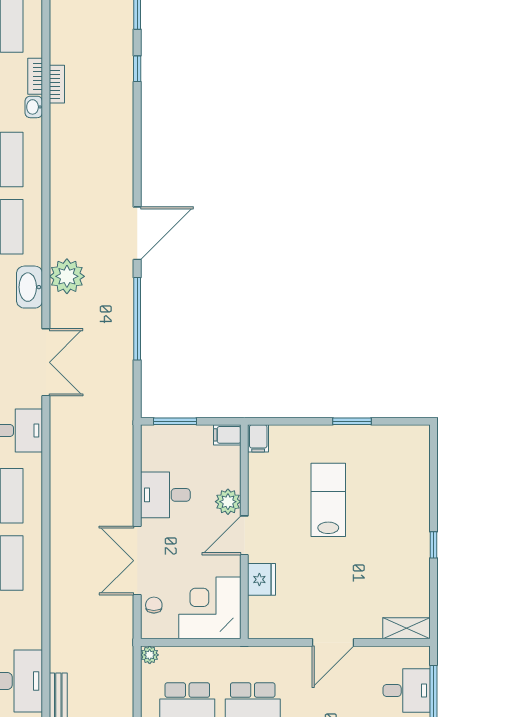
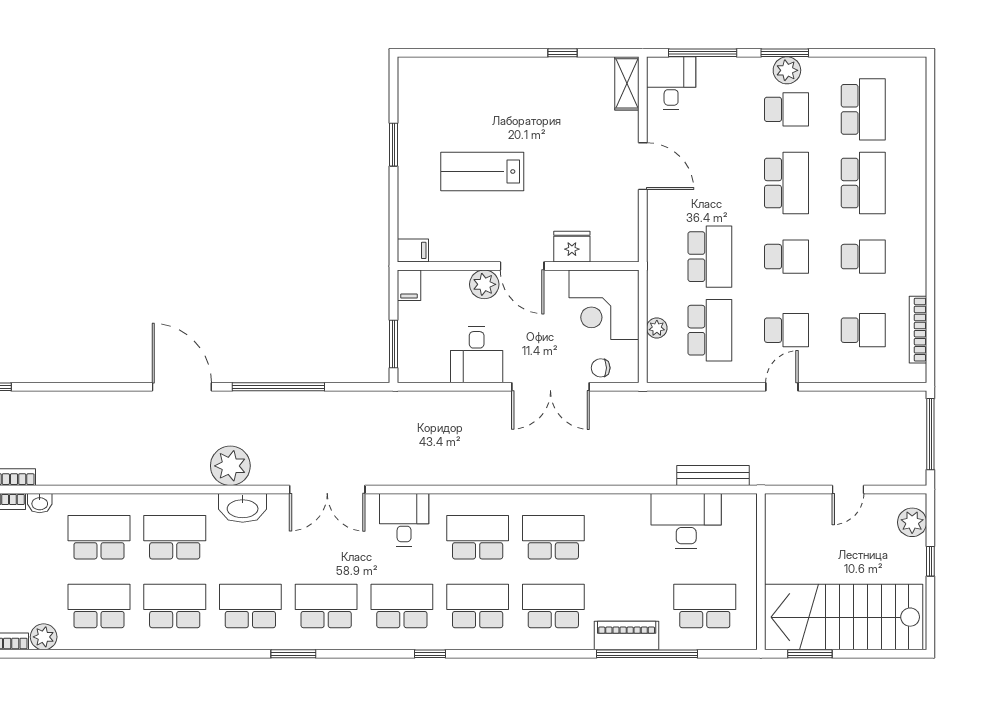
double door: (46, 362) -> (327, 489), swing flipped
window: (434, 545) -> (563, 53), moved
plant: (150, 655) -> (657, 328), moved
desk: (407, 690) -> (671, 83), moved

